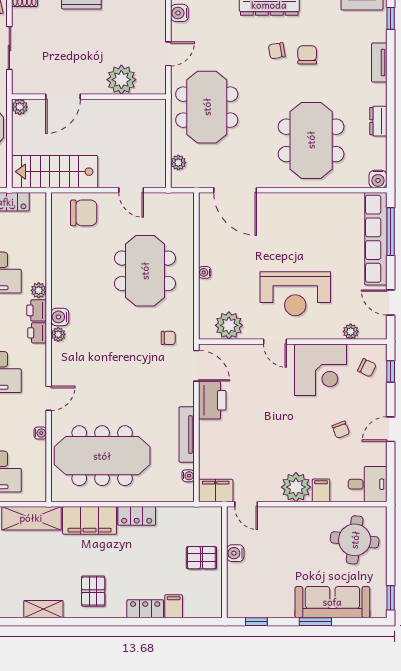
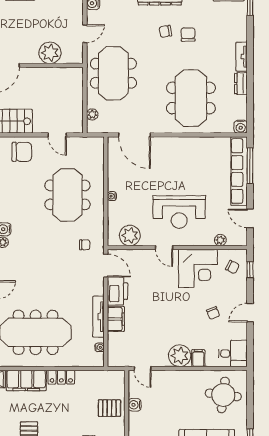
tv unit: (379, 63) -> (242, 57), moved
filing cabinet: (216, 491) -> (116, 319), moved, turned 90

